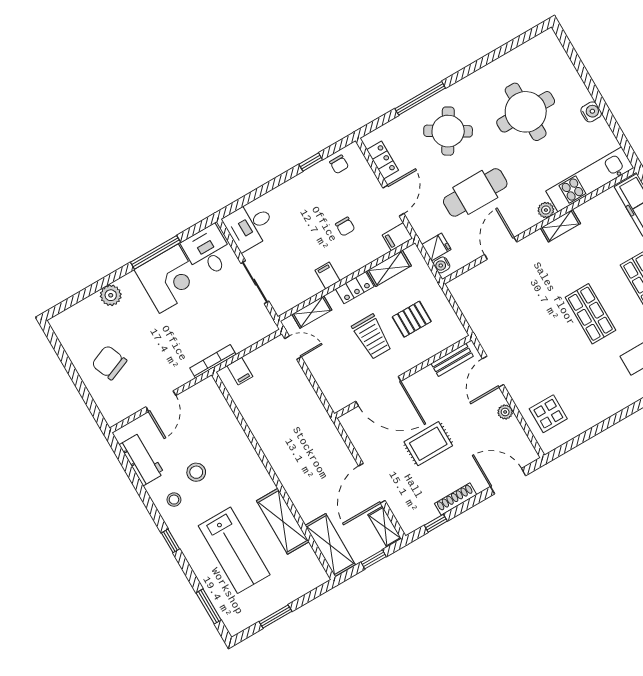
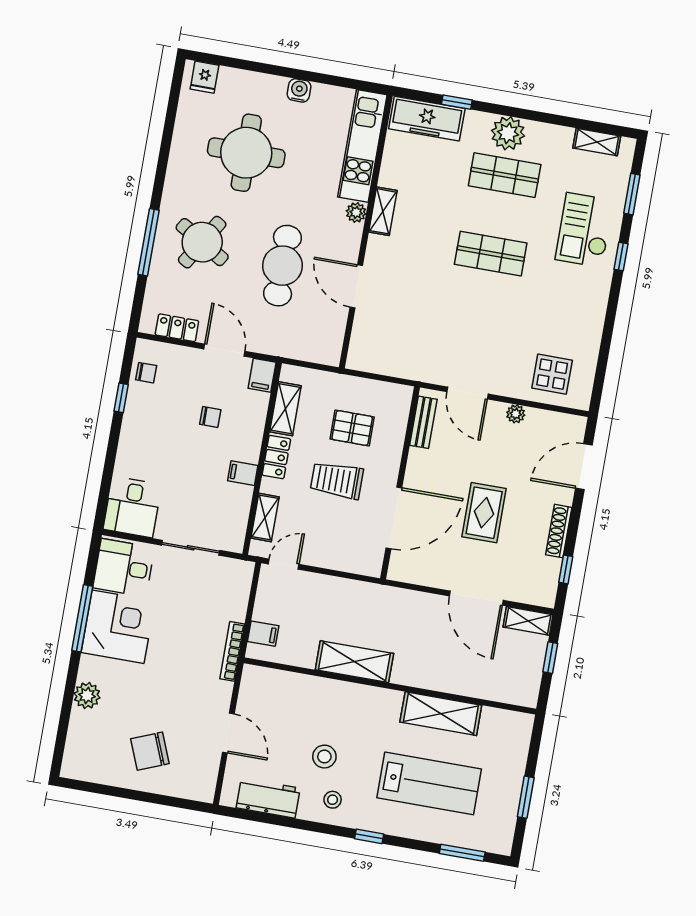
fridge: (436, 247) -> (205, 77), moved, turned 180
water cooler: (442, 265) -> (325, 356), removed
pallet: (412, 319) -> (352, 428), turned 90
trolley: (372, 337) -> (337, 480), turned 180
shelving: (330, 545) -> (354, 662), moved

